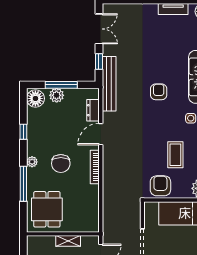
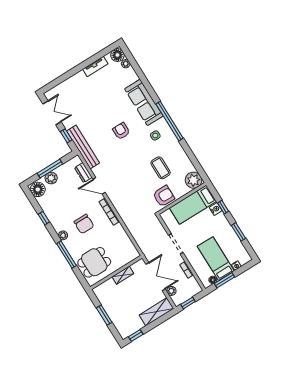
door: (101, 134) -> (99, 186), hinge flipped
armchair: (160, 186) -> (164, 196), turned 90
dining table: (47, 209) -> (94, 262), turned 90

